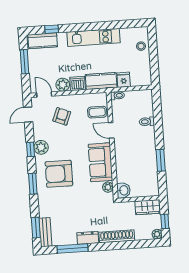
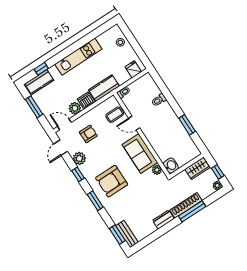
fridge: (124, 80) -> (133, 69), moved
armchair: (62, 116) -> (88, 134), turned 68
plant: (41, 147) -> (79, 158), moved
window: (72, 248) -> (192, 211), moved

